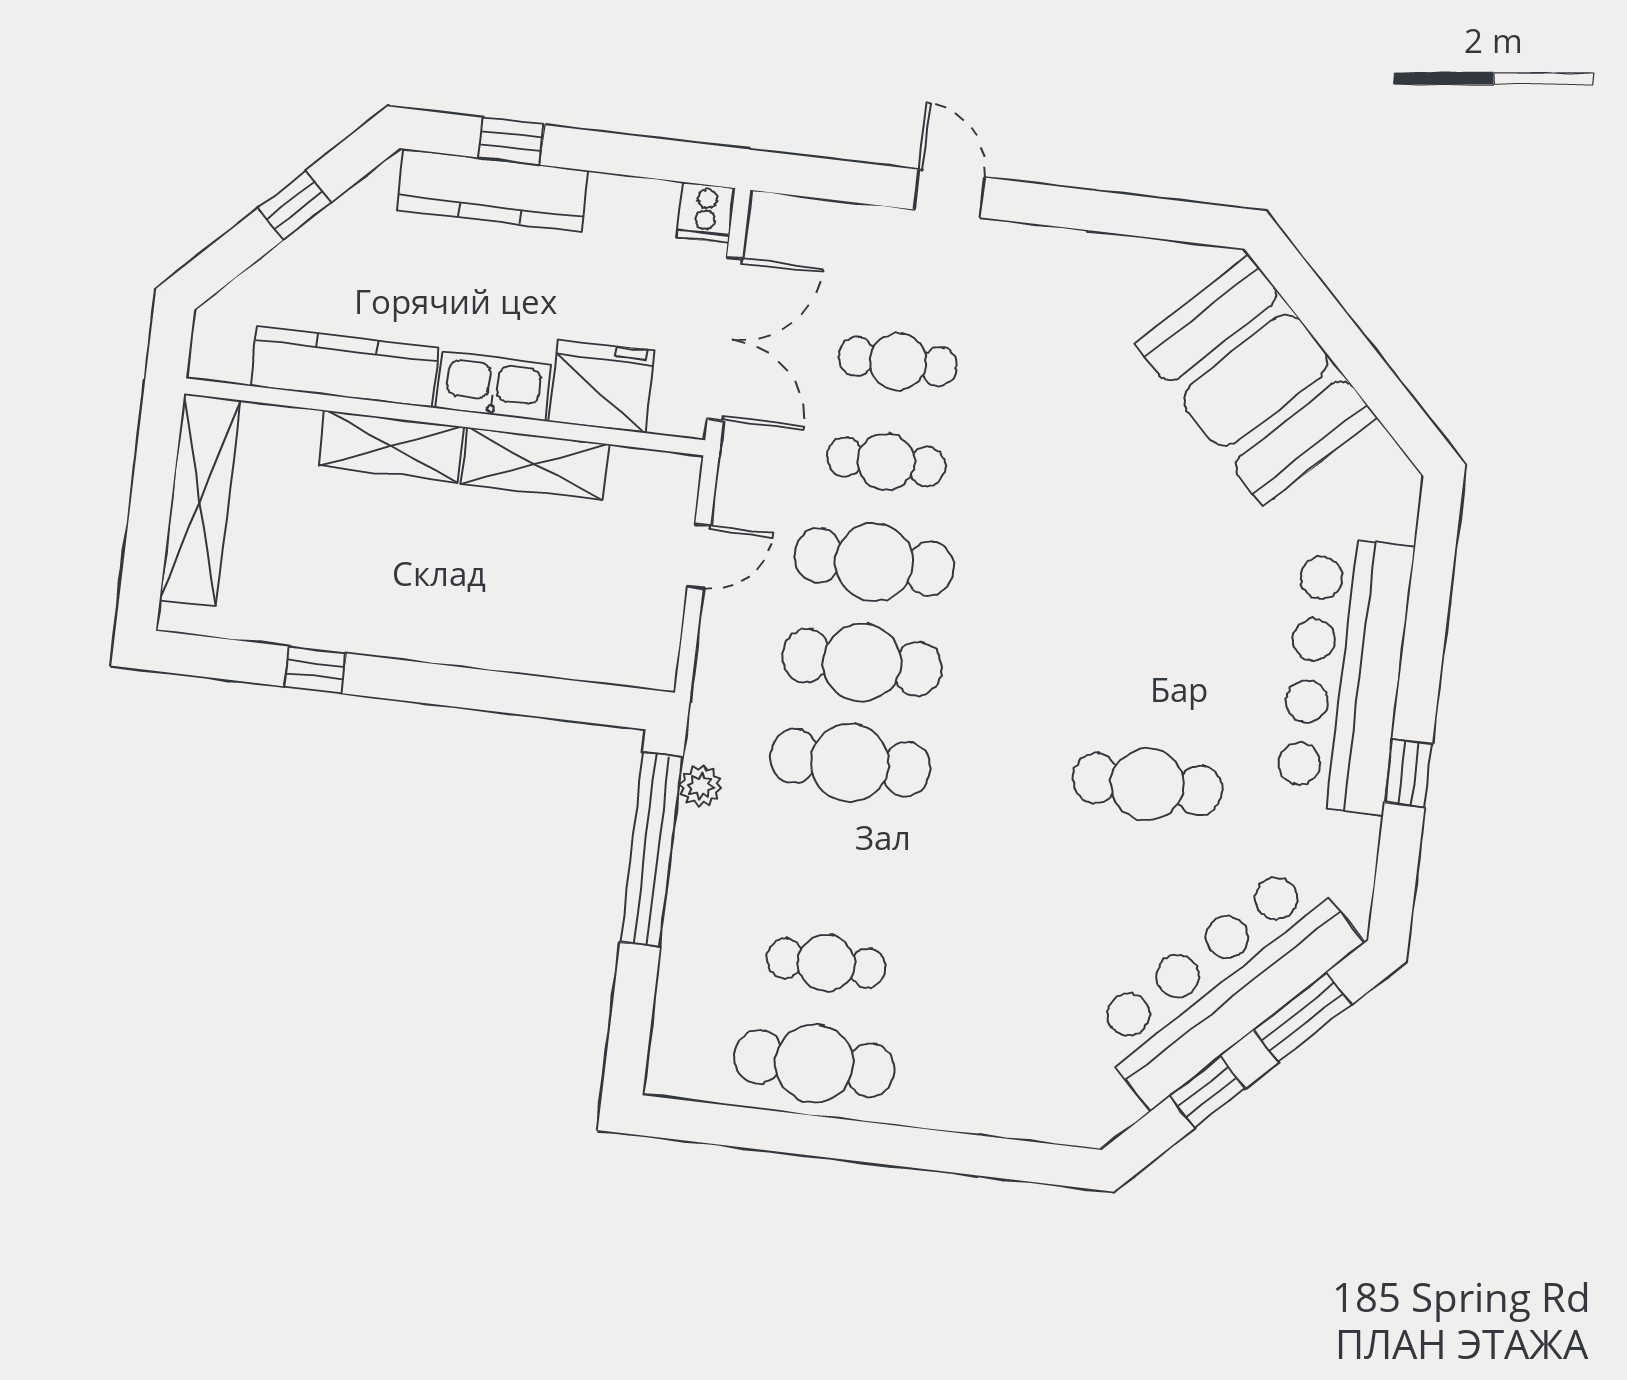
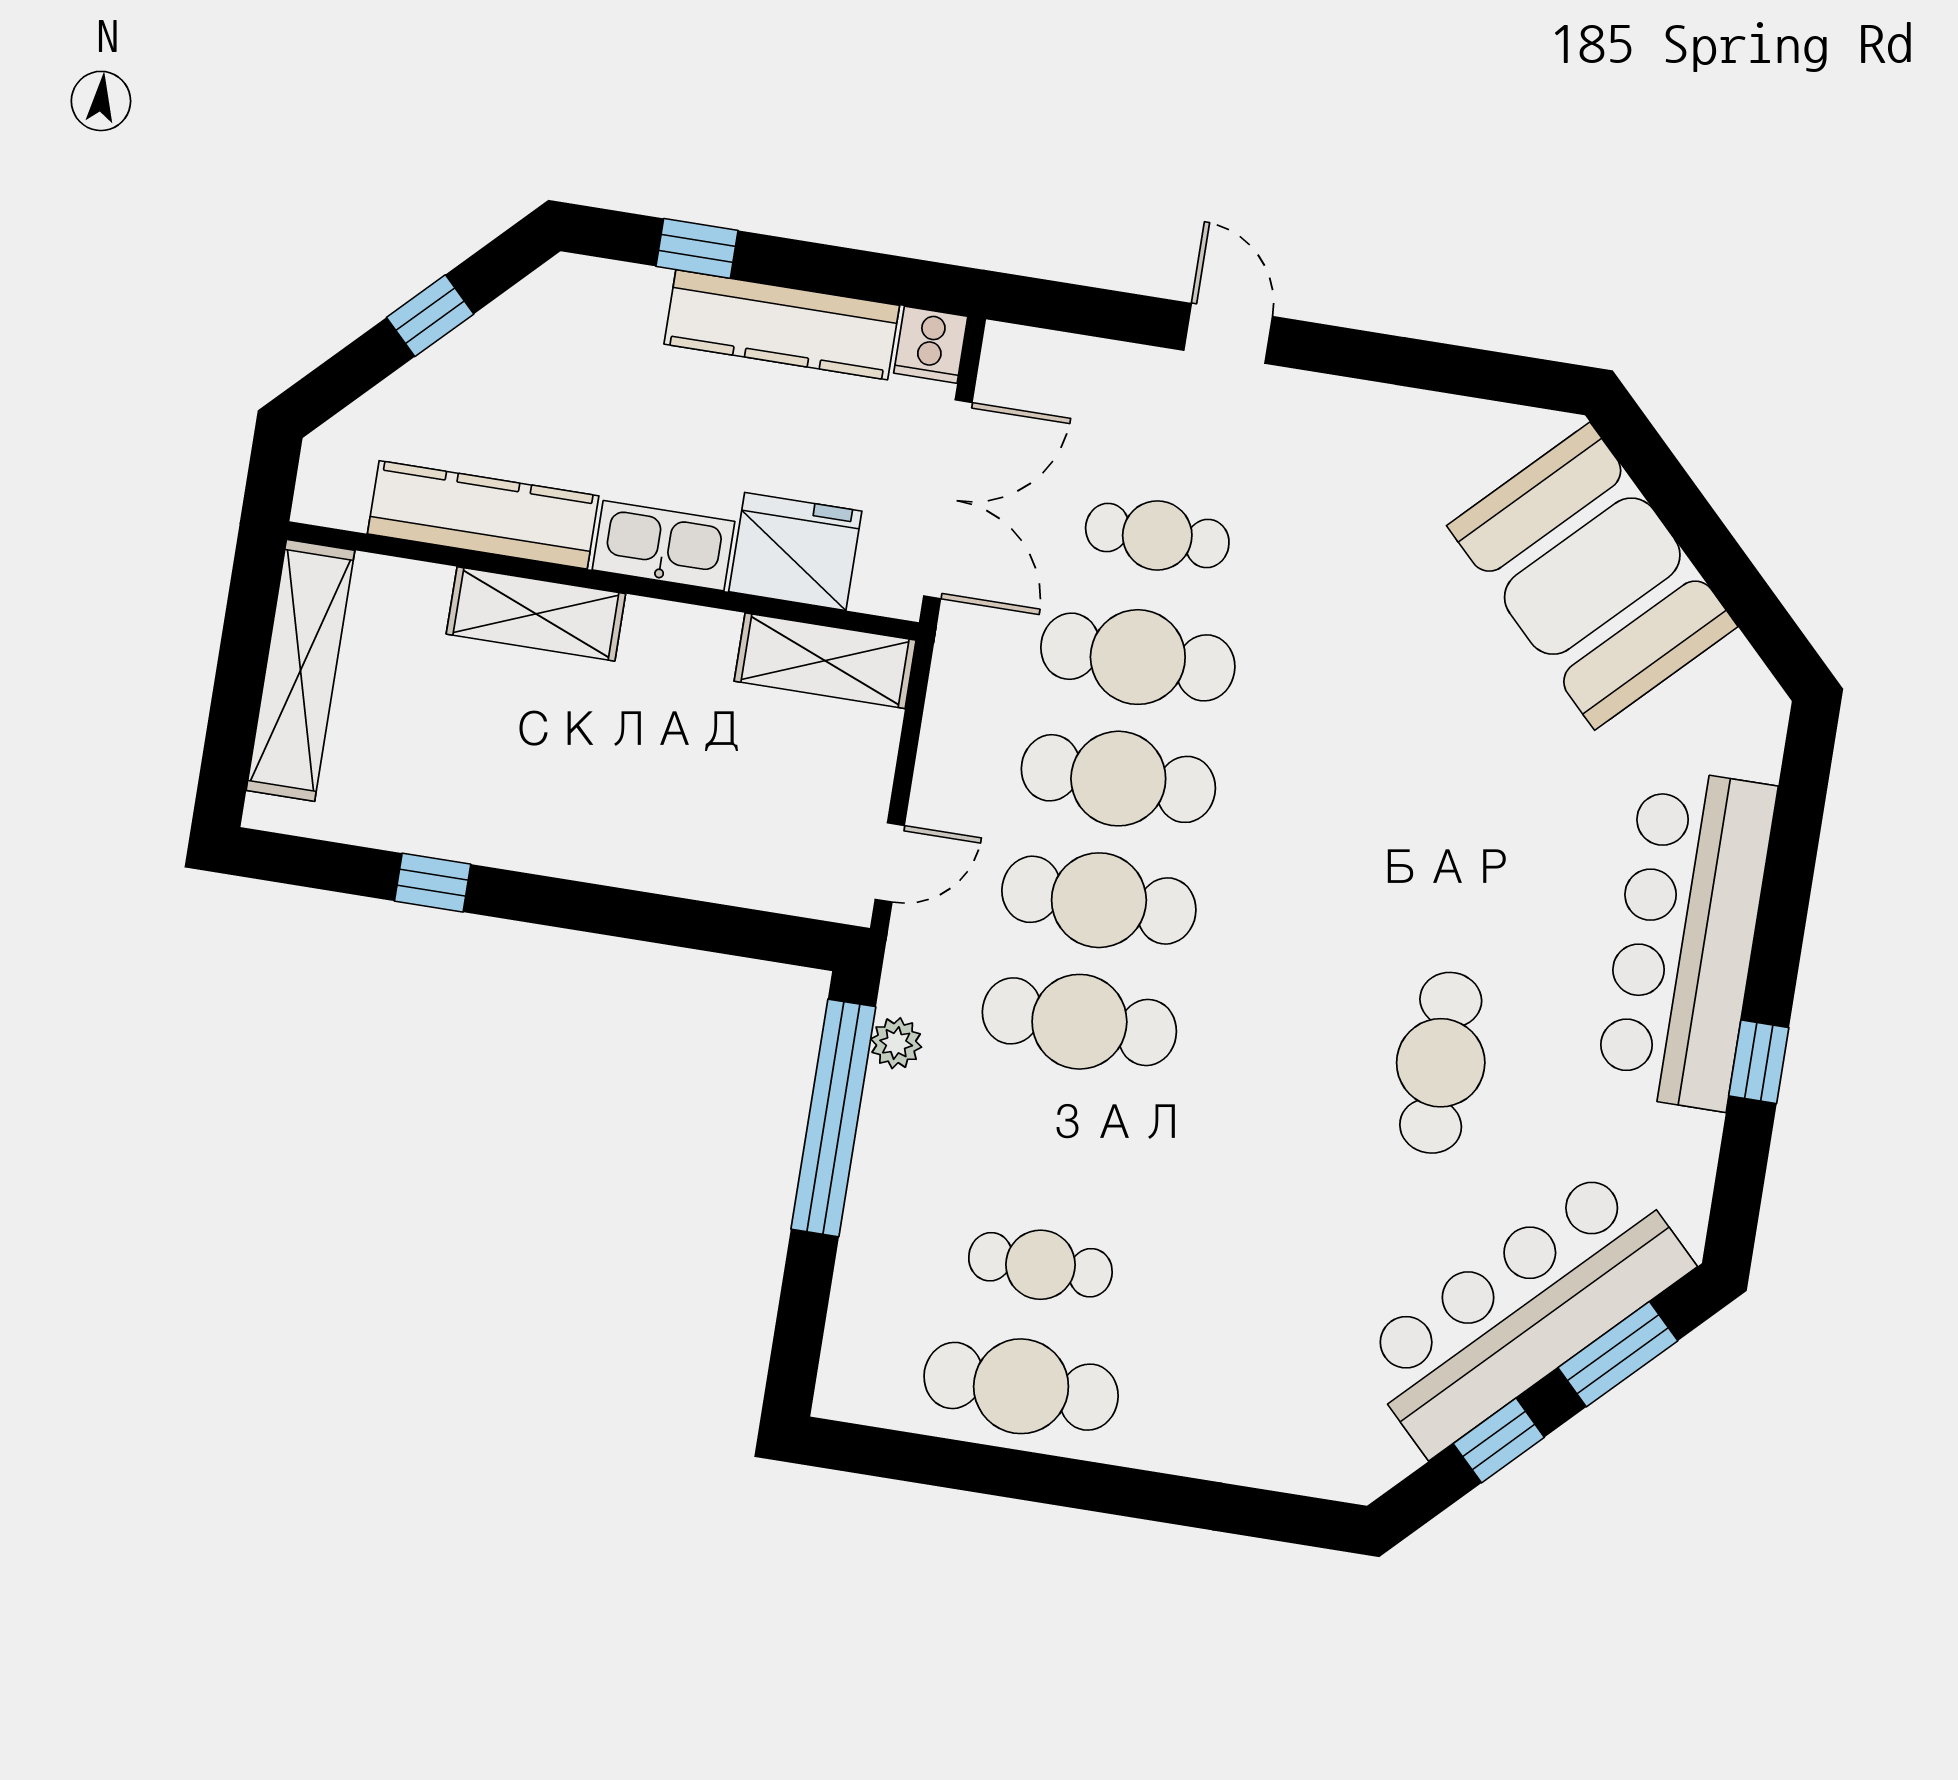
kitchen counter: (492, 190) -> (782, 325), moved
cafe table: (886, 462) -> (1138, 657), width x1.37, depth x1.35
shelving: (535, 464) -> (825, 661), moved
door: (699, 556) -> (890, 862), moved
cafe table: (1148, 784) -> (1441, 1063), turned 90

